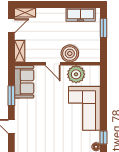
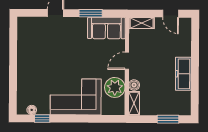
shelving: (25, 12) -> (134, 103), moved
freezer: (81, 15) -> (183, 74), moved
boiler: (70, 54) -> (134, 85), width x0.54, depth x0.54

